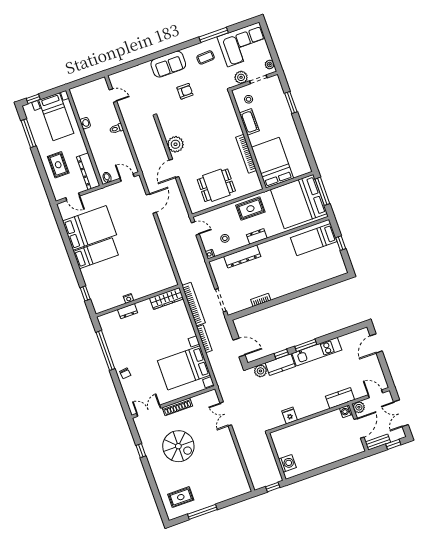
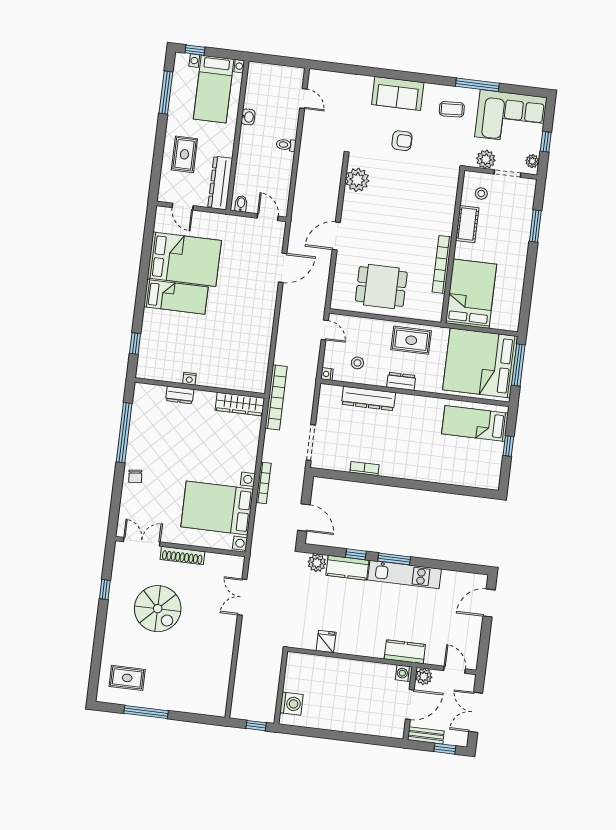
window: (272, 49) -> (546, 142), added
plant: (175, 144) -> (357, 180), moved
bookcase: (193, 304) -> (276, 397), moved

